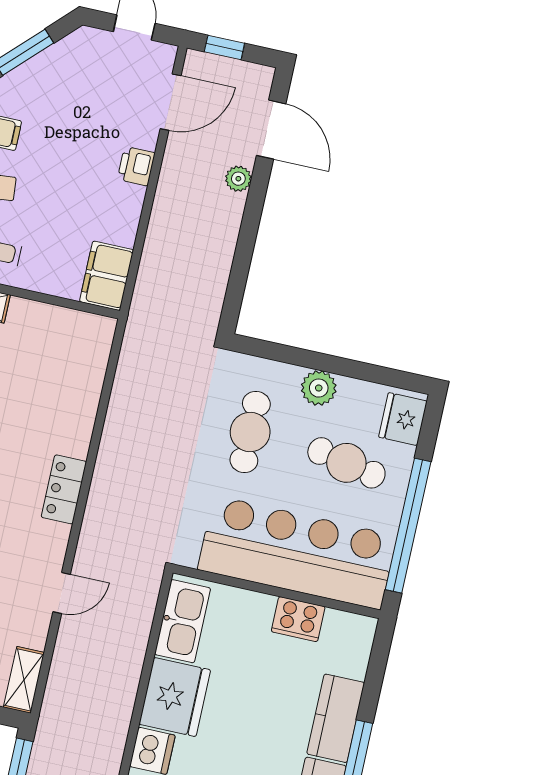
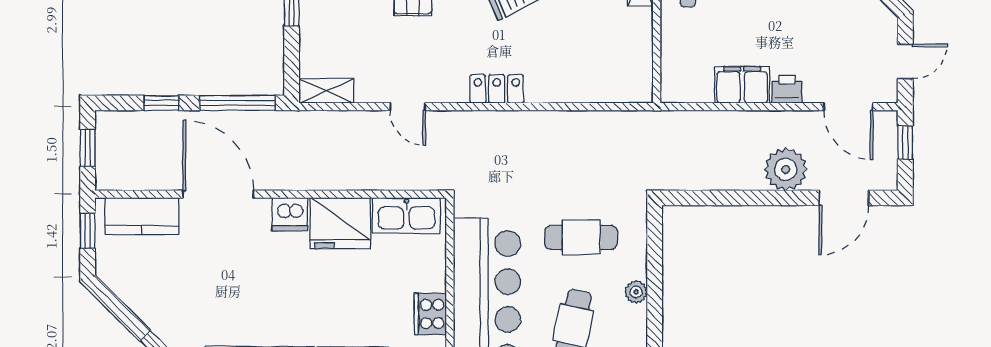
plant: (238, 179) -> (786, 169), width x1.87, depth x1.87
filing cabinet: (107, 276) -> (742, 85), moved
plant: (319, 388) -> (636, 292), width x0.73, depth x0.73

